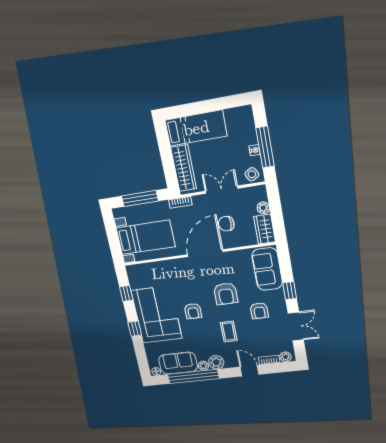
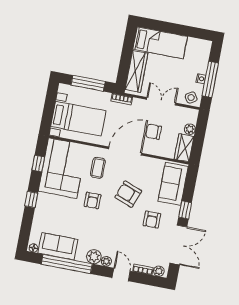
armchair: (226, 294) -> (128, 194), turned 110
corner sofa: (157, 314) -> (62, 168), moved
double door: (296, 326) -> (178, 245), width x1.37
coffee table: (229, 332) -> (98, 168), moved
plant: (203, 366) -> (106, 261), moved

